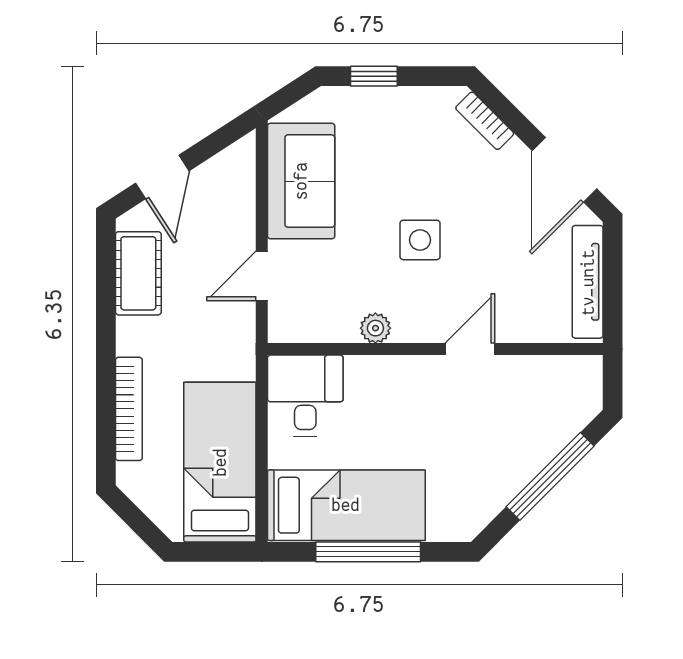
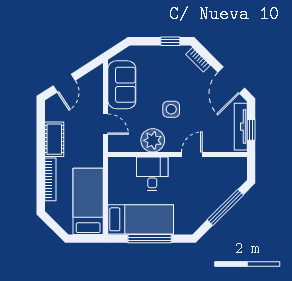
window: (374, 76) -> (170, 41), moved
cot: (138, 273) -> (54, 139), moved
door: (262, 276) -> (106, 124), swing flipped
window: (613, 290) -> (251, 130), added
plant: (375, 328) -> (153, 140), width x1.88, depth x1.88
desk: (305, 396) -> (152, 174), moved

